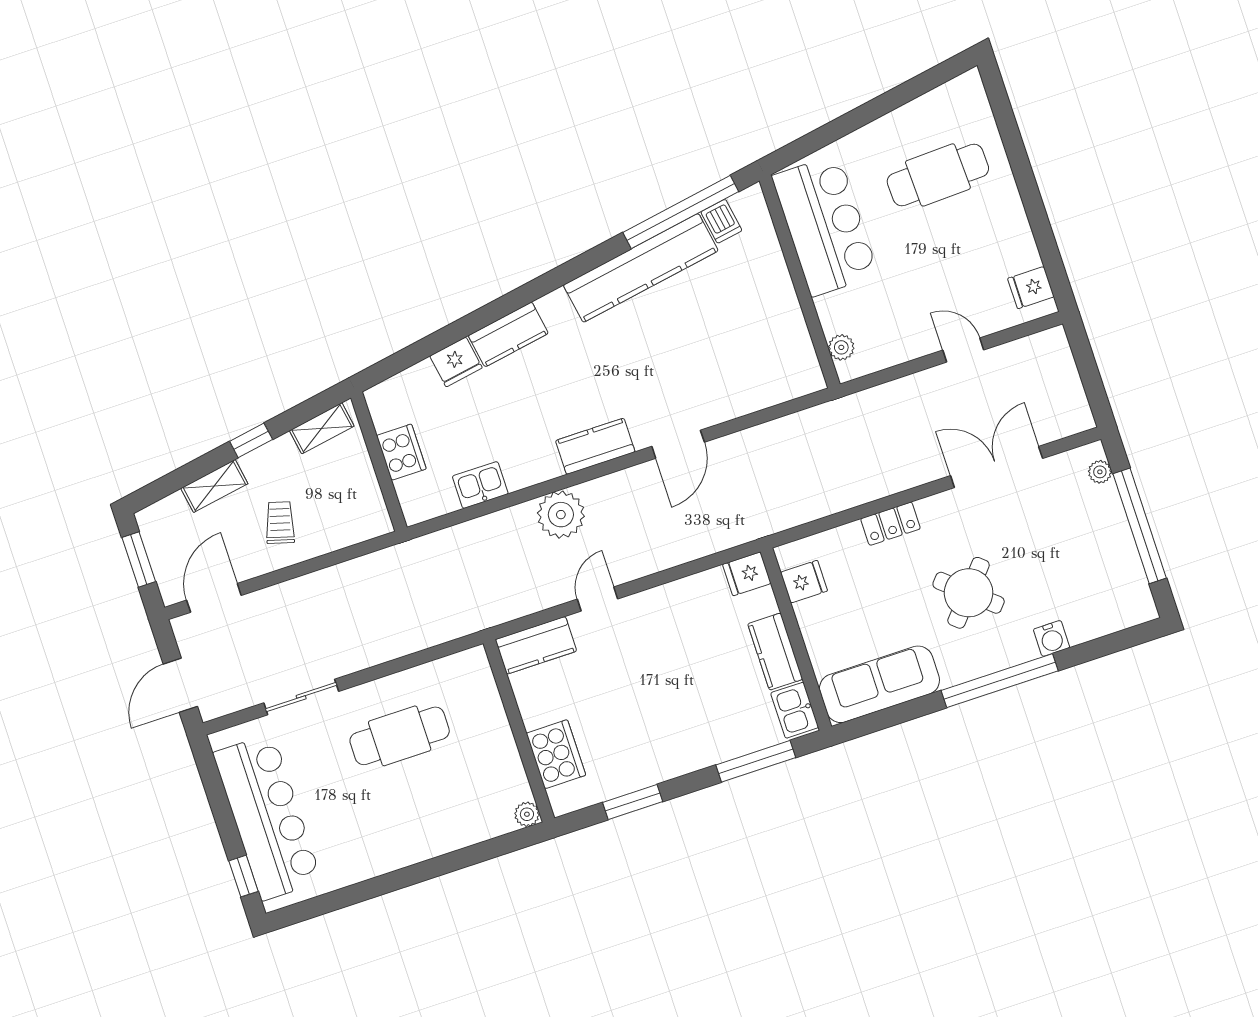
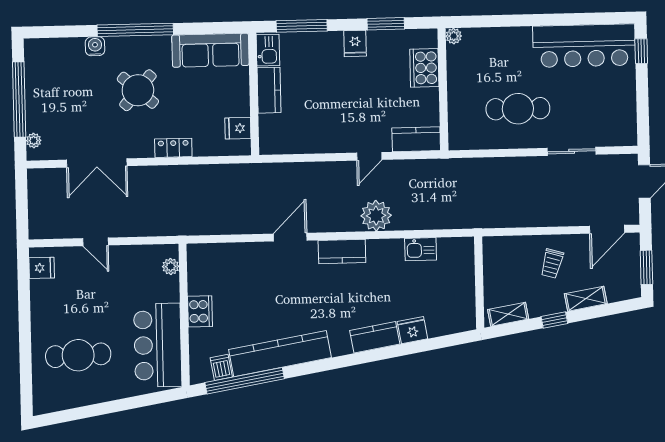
cooker: (401, 452) -> (200, 311), moved, turned 180
fridge: (747, 574) -> (355, 43), moved, turned 90
bar counter: (267, 817) -> (584, 46), moved, turned -90

